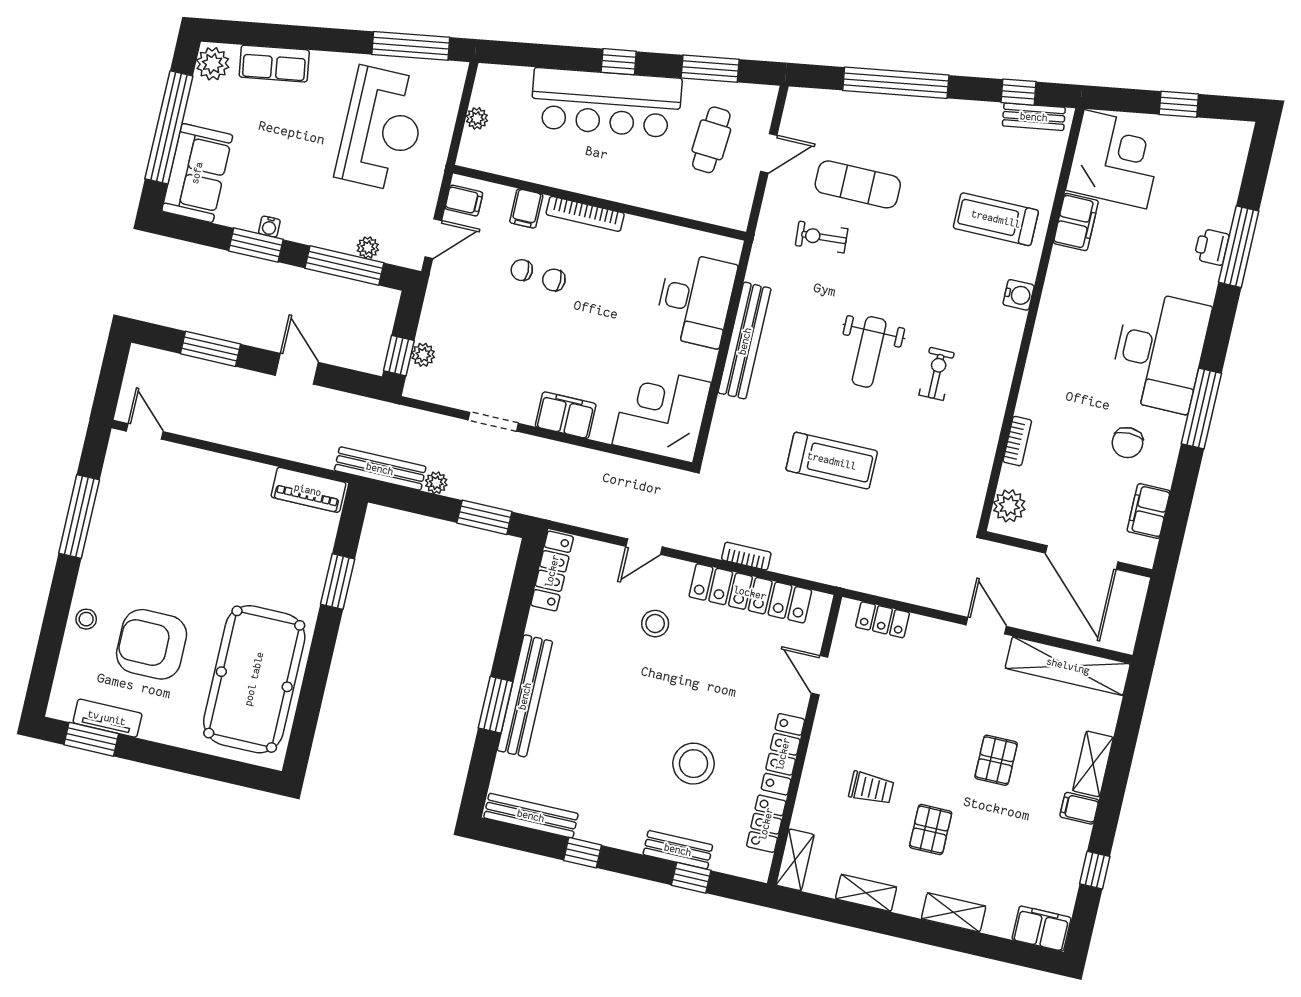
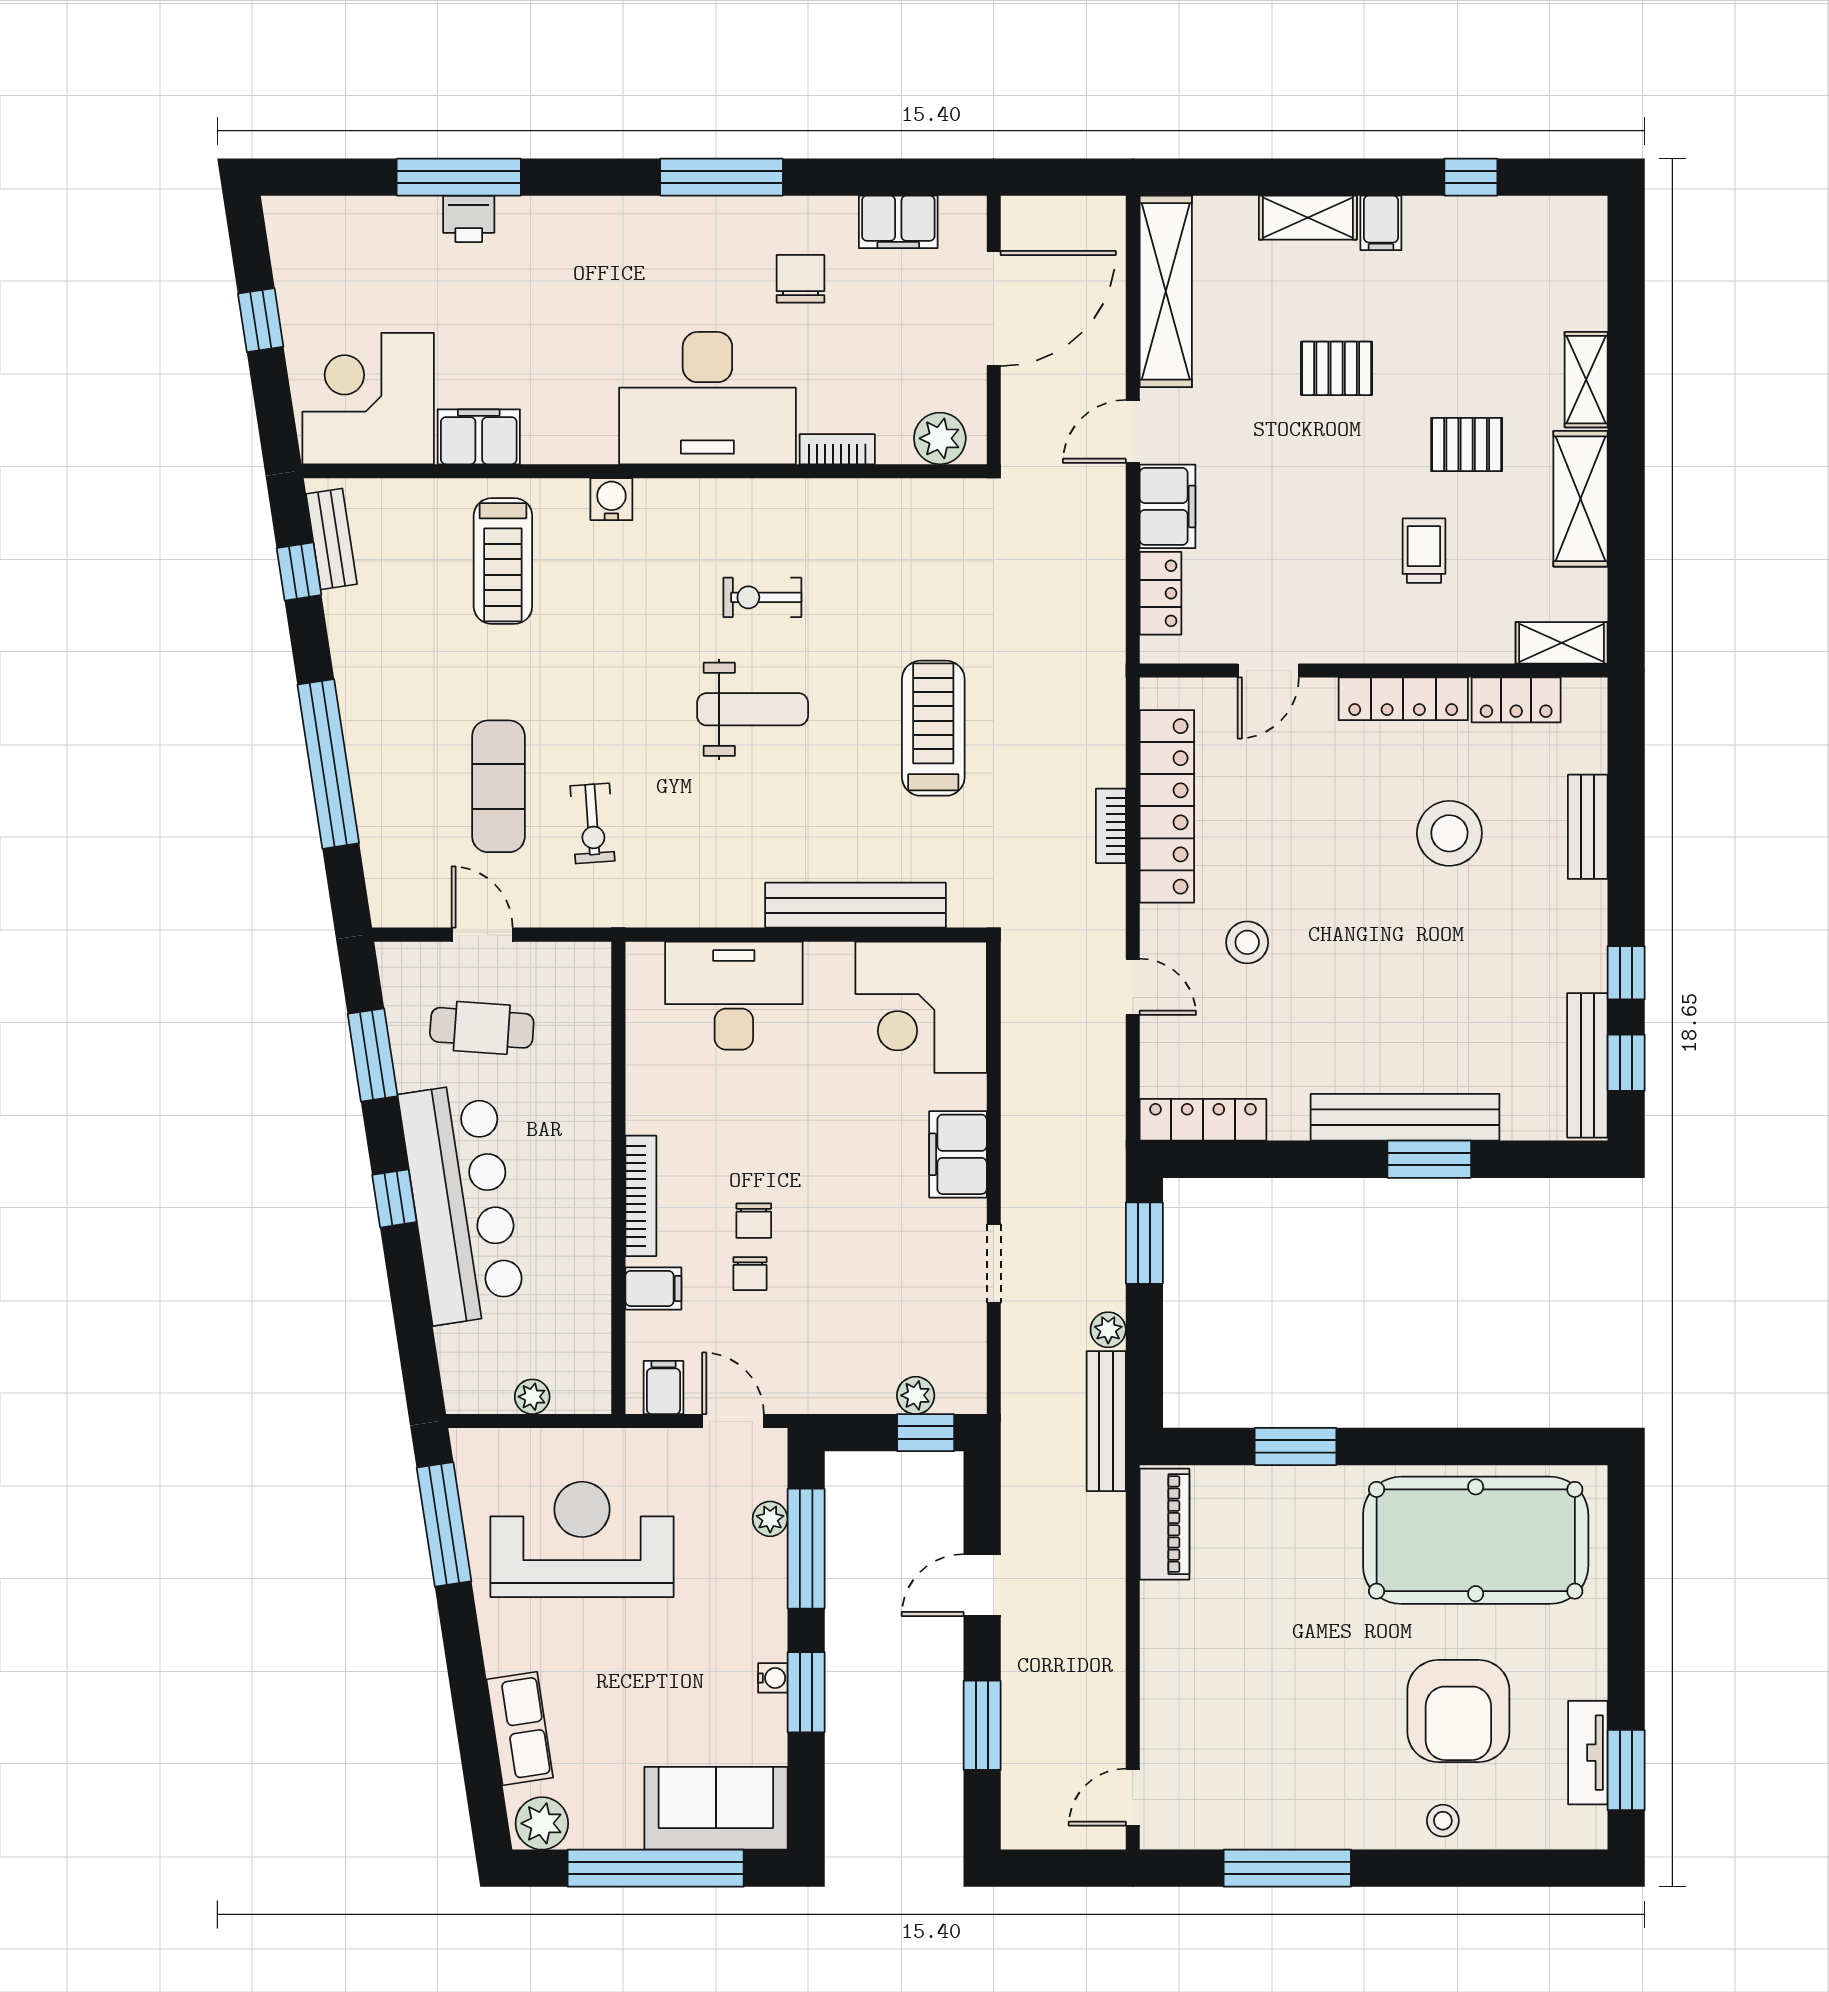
bench: (745, 341) -> (856, 905), moved
desk: (1160, 352) -> (707, 398), moved, turned 180
chair: (1127, 443) -> (800, 279), turned -90
window: (691, 878) -> (1626, 1063), moved
shelving: (866, 893) -> (1580, 499), width x1.50, depth x1.33
filing cabinet: (1041, 928) -> (1168, 506), moved, turned 180

